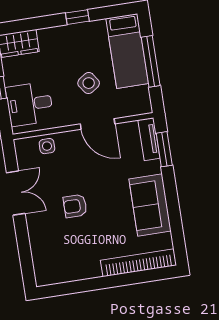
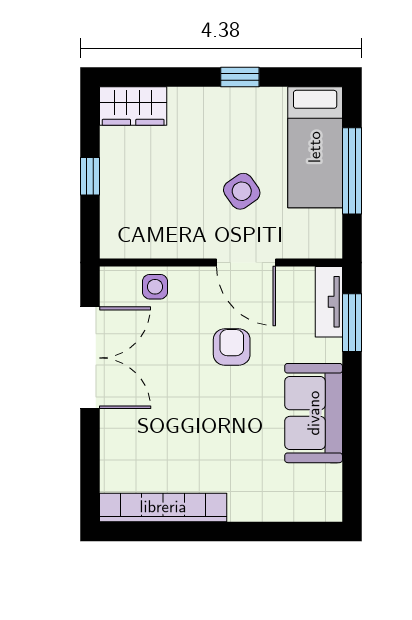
desk: (30, 104) -> (137, 211), removed
double door: (16, 193) -> (90, 358), width x1.37
armchair: (75, 206) -> (232, 347), moved, turned 90
bookcase: (138, 263) -> (163, 507), moved

